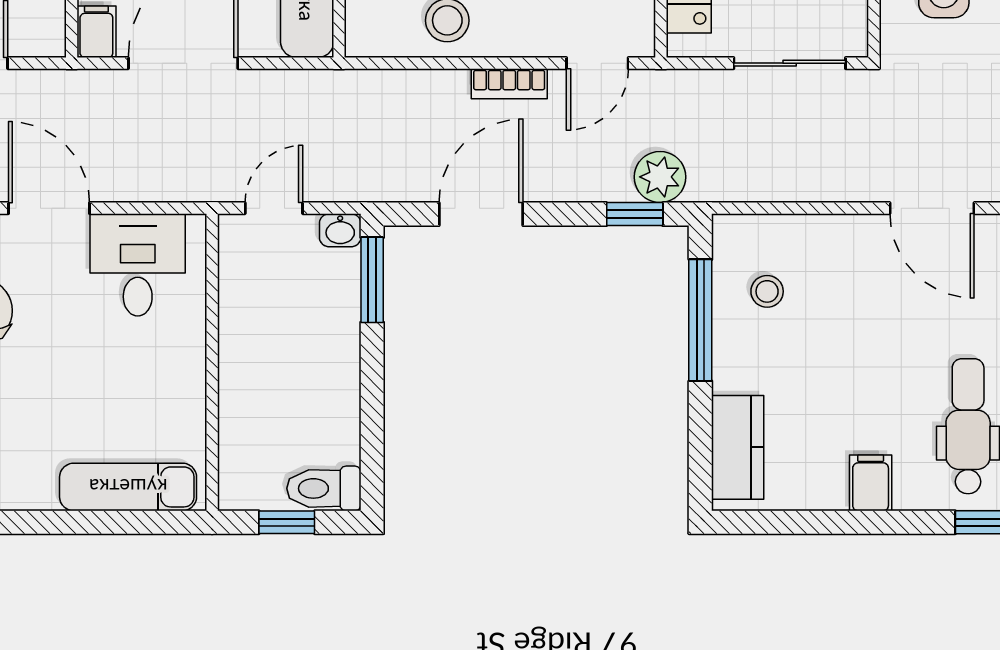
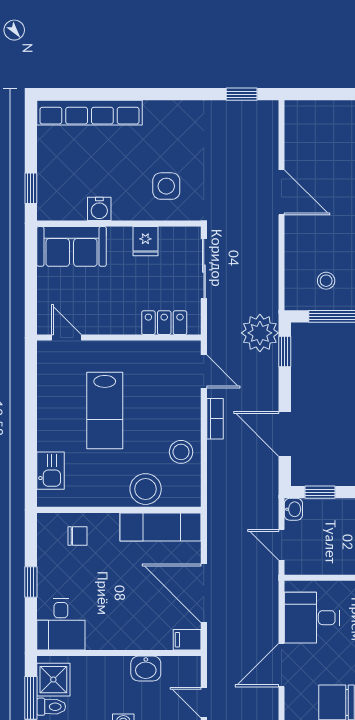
plant: (660, 177) -> (260, 333), width x1.36, depth x1.36
door: (932, 208) -> (282, 192), hinge flipped
window: (372, 280) -> (320, 492), width x0.67

